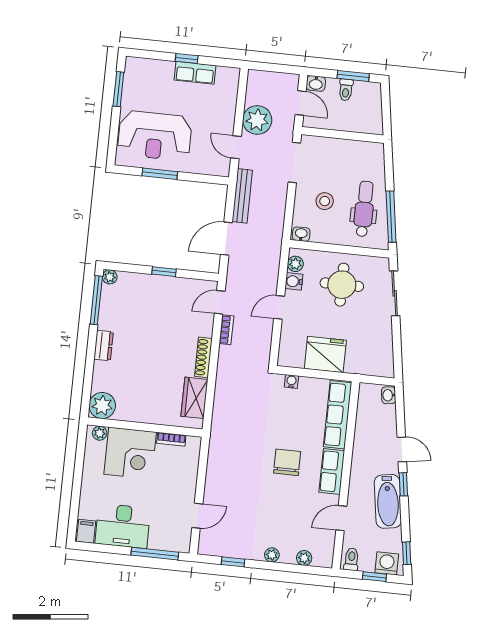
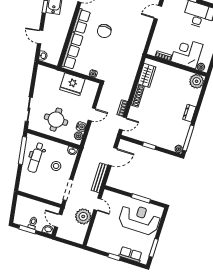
row of seats: (195, 73) -> (131, 254), moved
door: (402, 449) -> (40, 37), moved

